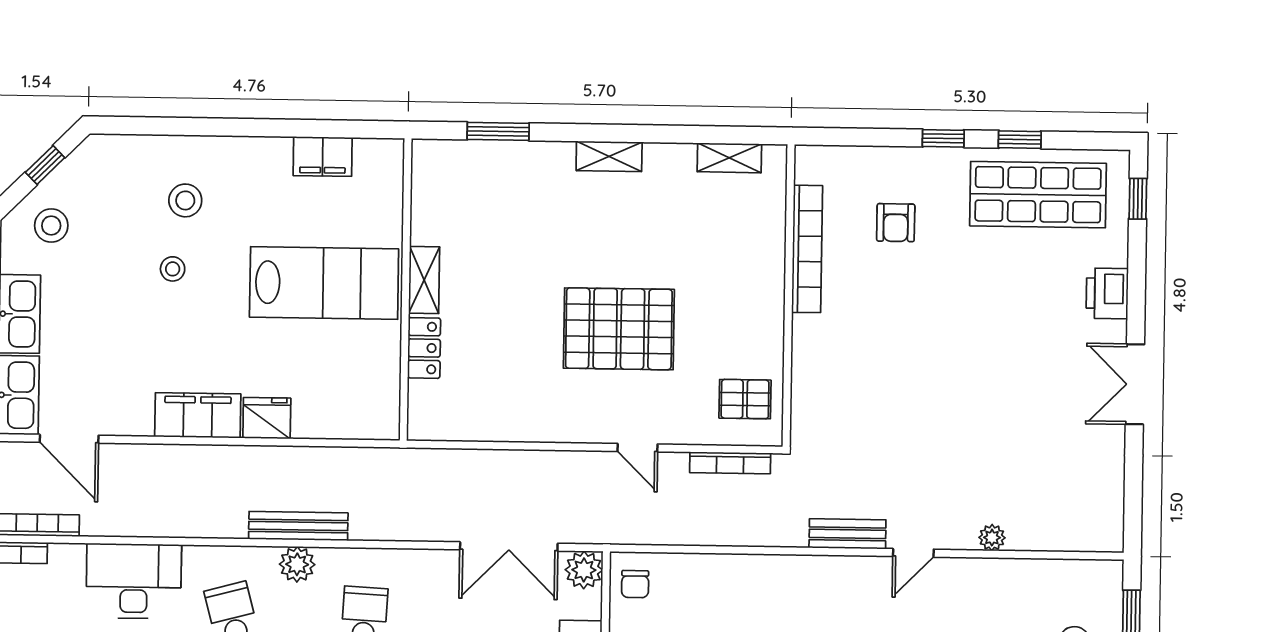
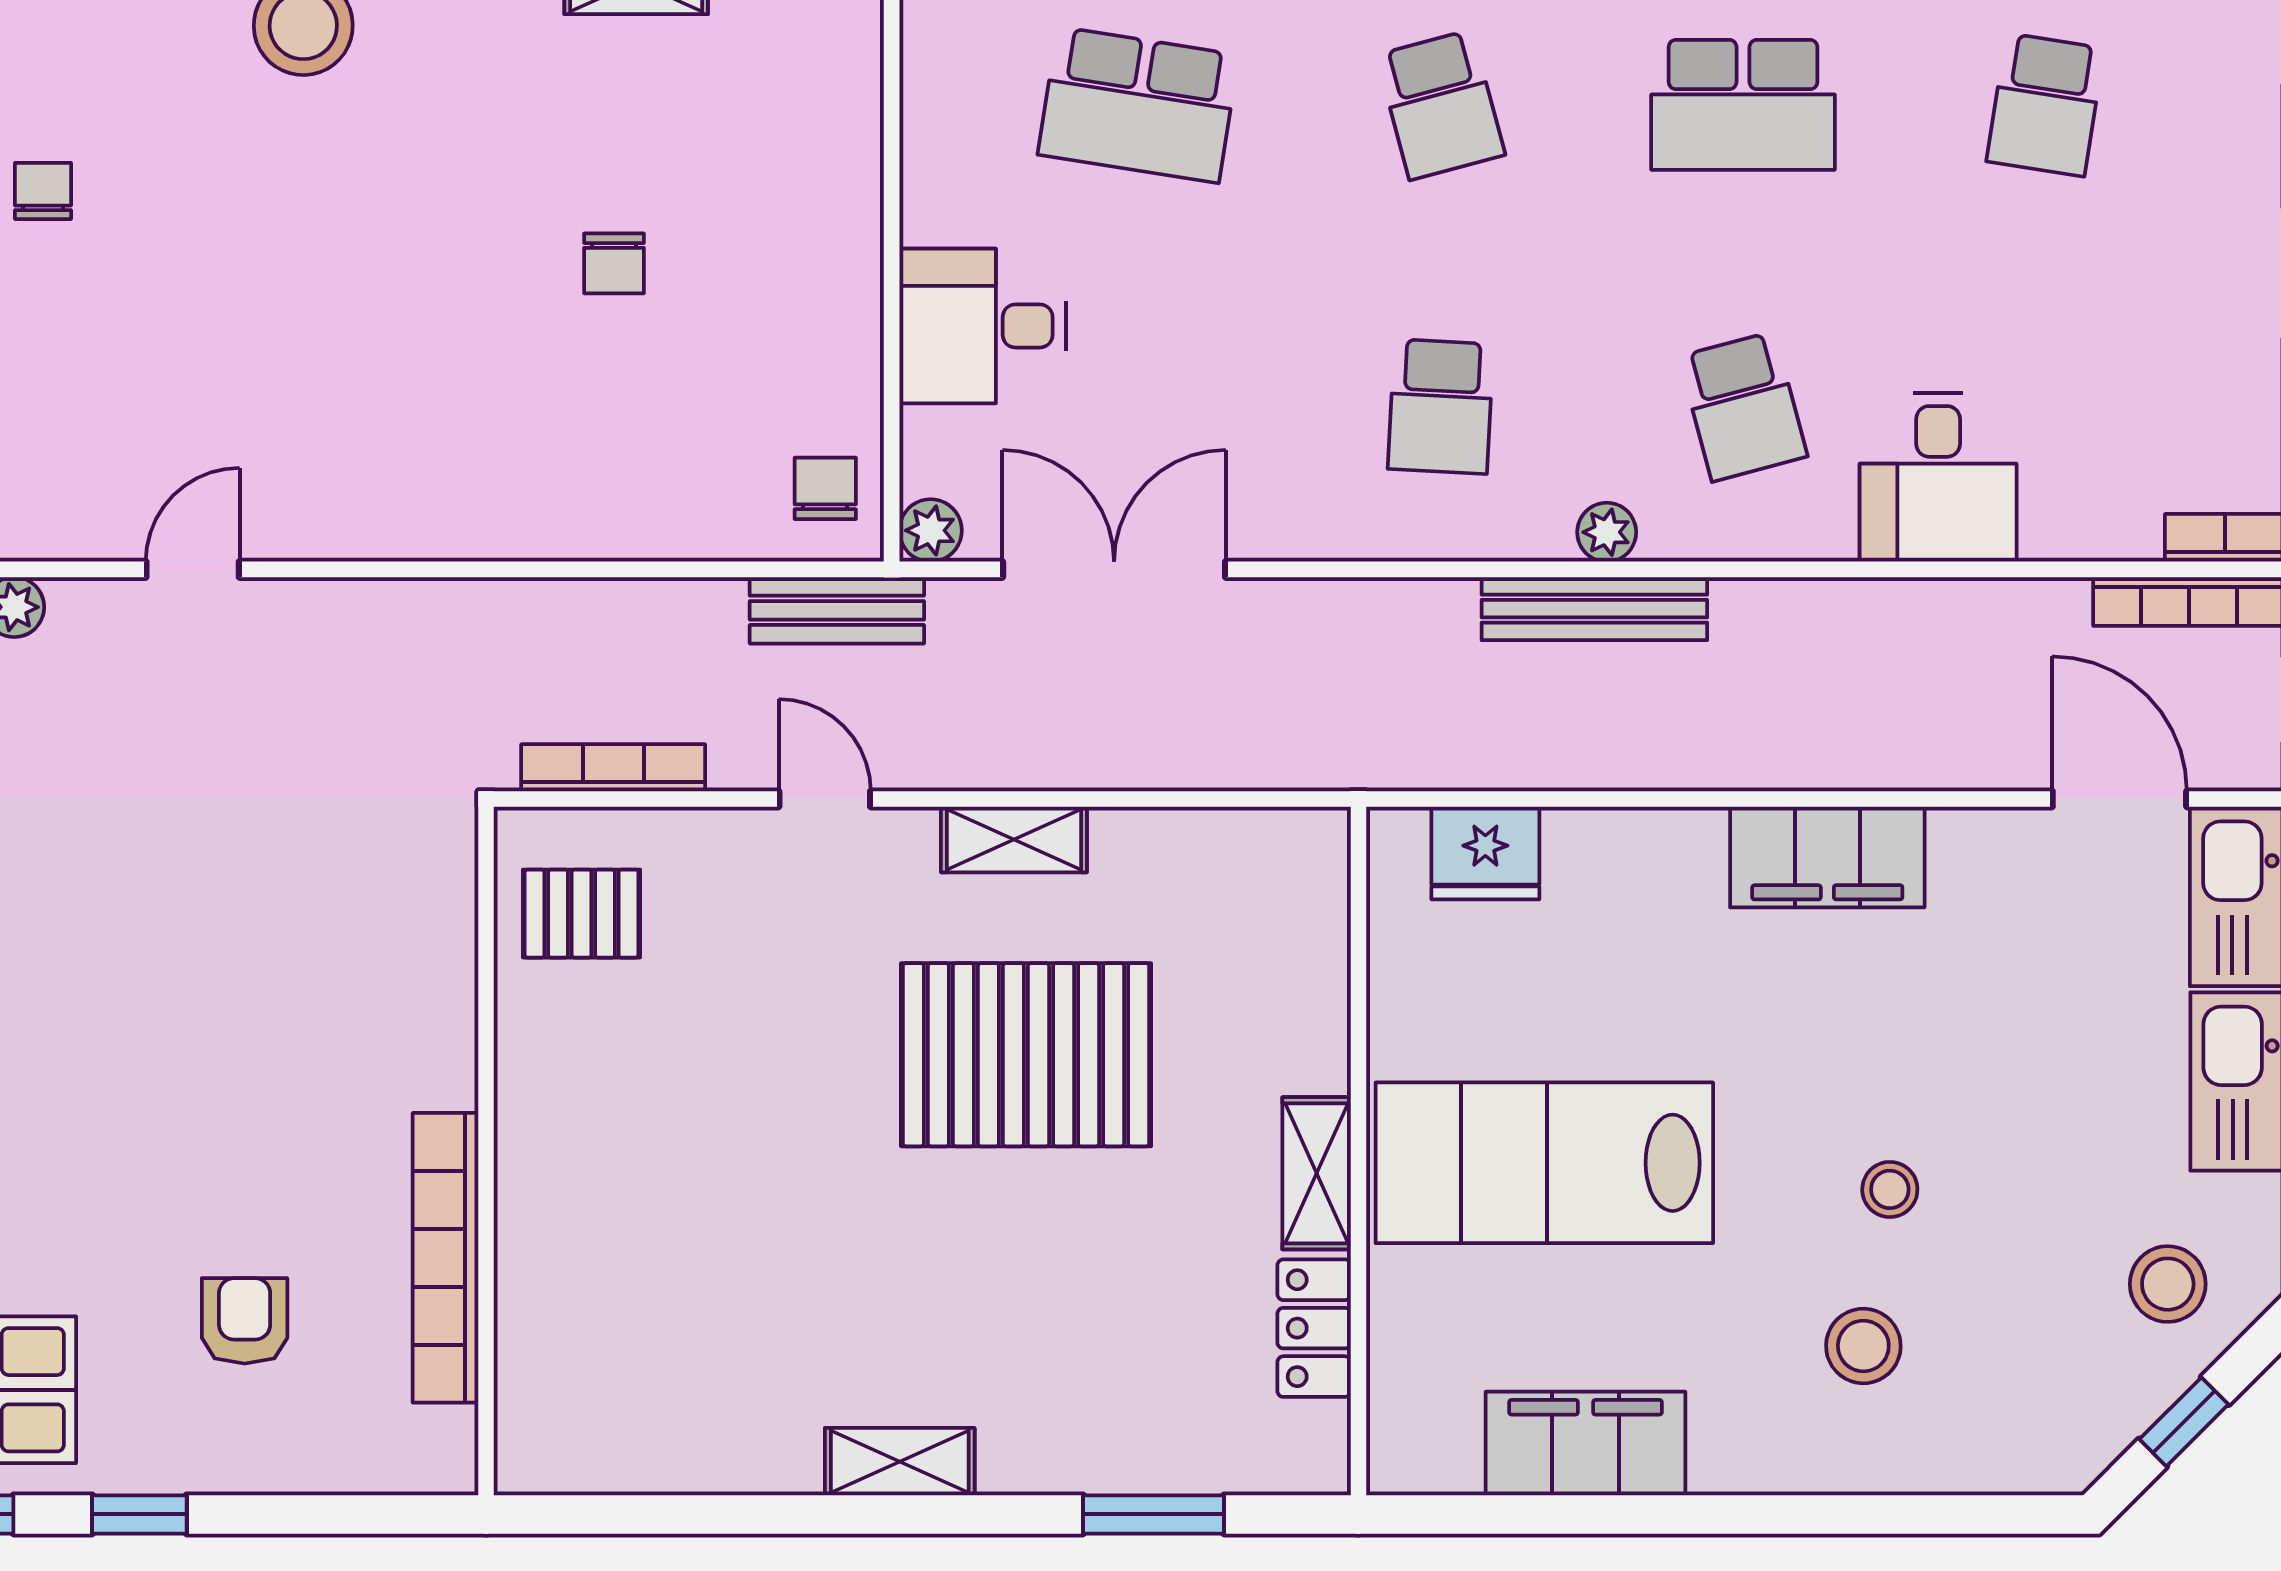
filing cabinet: (323, 157) -> (1586, 1444), width x1.50, depth x1.17
shelving: (729, 158) -> (1014, 839), moved
pallet: (619, 329) -> (1026, 1055), moved
locker: (424, 348) -> (1314, 1328), moved
fridge: (267, 418) -> (1485, 853), moved
bench: (847, 534) -> (837, 610), moved
plant: (297, 564) -> (1607, 532), width x0.73, depth x0.73
plant: (584, 570) -> (931, 530), width x0.73, depth x0.73
desk: (134, 581) -> (1938, 477), width x0.73

